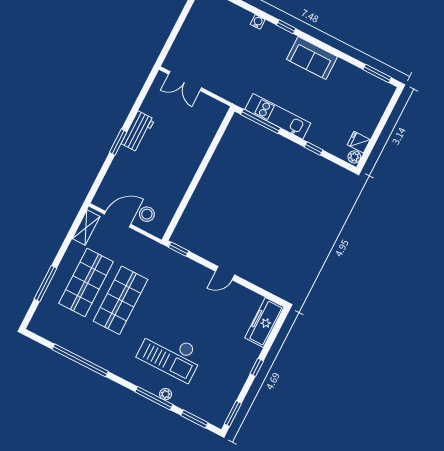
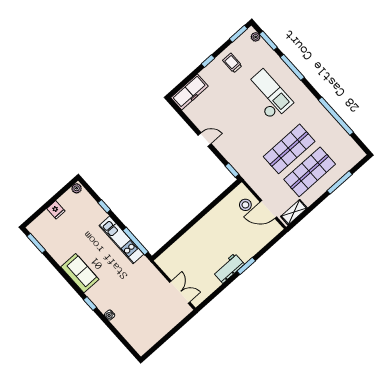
fridge: (359, 142) -> (56, 210), moved
trolley: (227, 376) -> (232, 63), added
plant: (166, 394) -> (256, 37), moved

